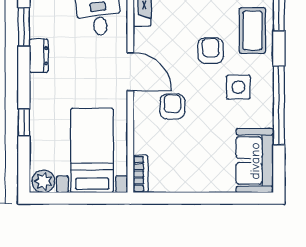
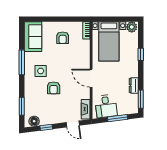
coffee table: (252, 30) -> (34, 97), removed
window: (279, 105) -> (22, 62), width x0.68
armchair: (172, 107) -> (63, 38), moved

